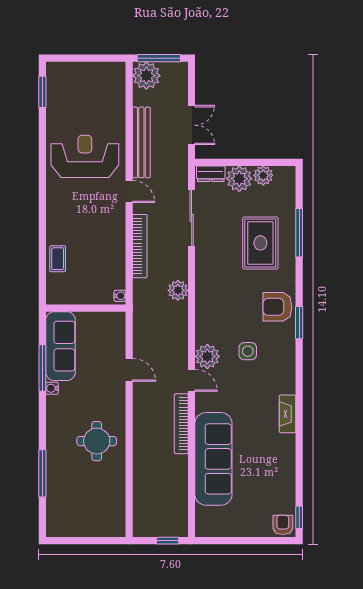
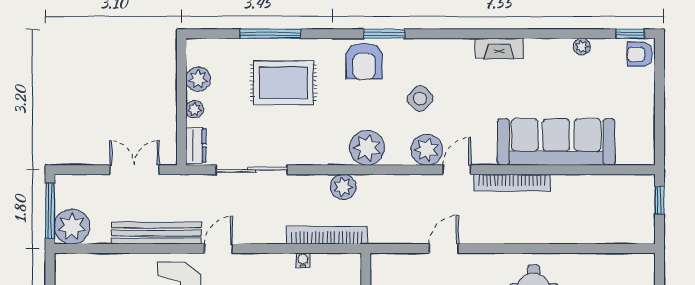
plant: (239, 179) -> (195, 109), width x0.53, depth x0.53
bookcase: (140, 246) -> (327, 235), moved
water cooler: (120, 296) -> (303, 260), moved
plant: (209, 309) -> (367, 148), added
side table: (248, 351) -> (420, 99), turned 45
plant: (289, 479) -> (582, 47), added

